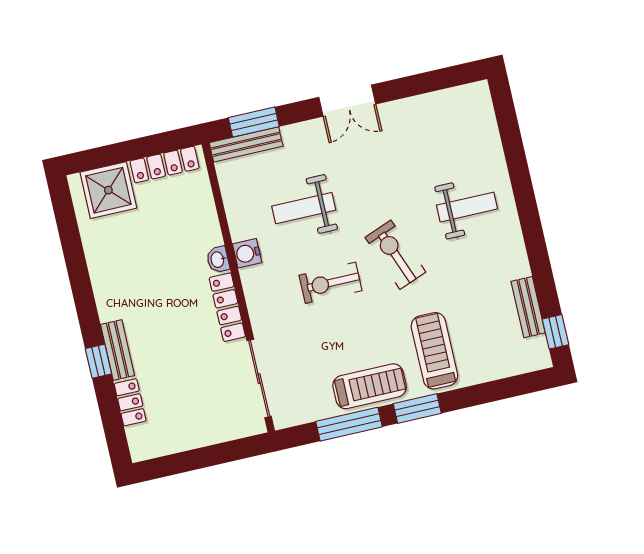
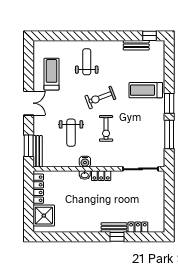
locker: (227, 307) -> (101, 176), width x0.66
treadmill: (370, 386) -> (52, 74), moved

